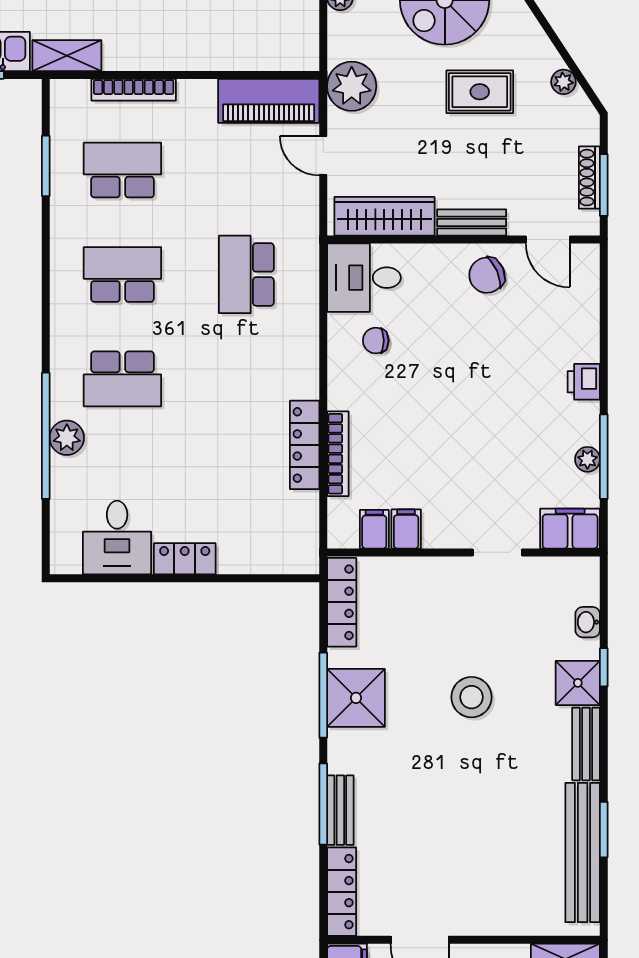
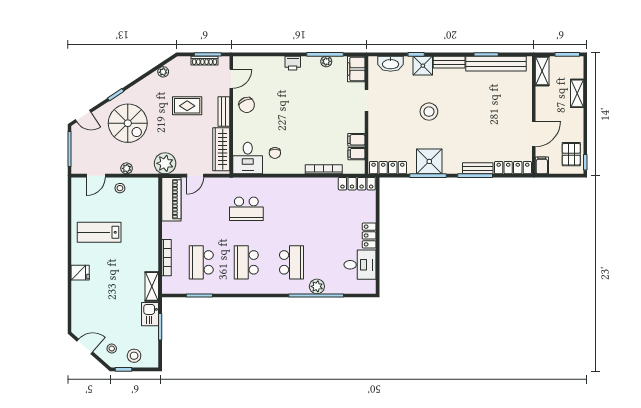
rug: (480, 92) -> (187, 106), moved, turned 90
locker: (305, 445) -> (357, 184), moved
washbasin: (588, 622) -> (391, 64), width x1.91, depth x1.45

